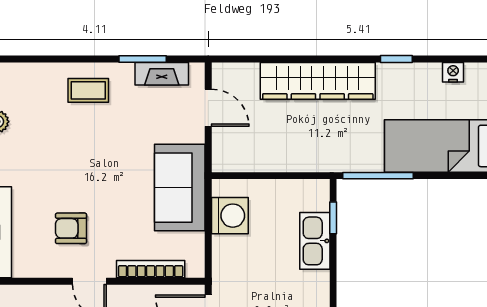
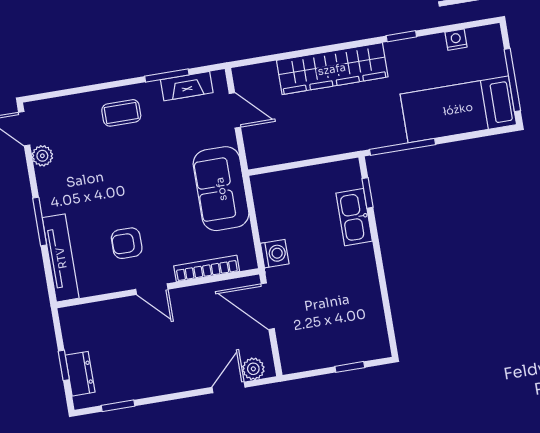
washing machine: (230, 216) -> (275, 254), moved, width x0.73, depth x0.73

